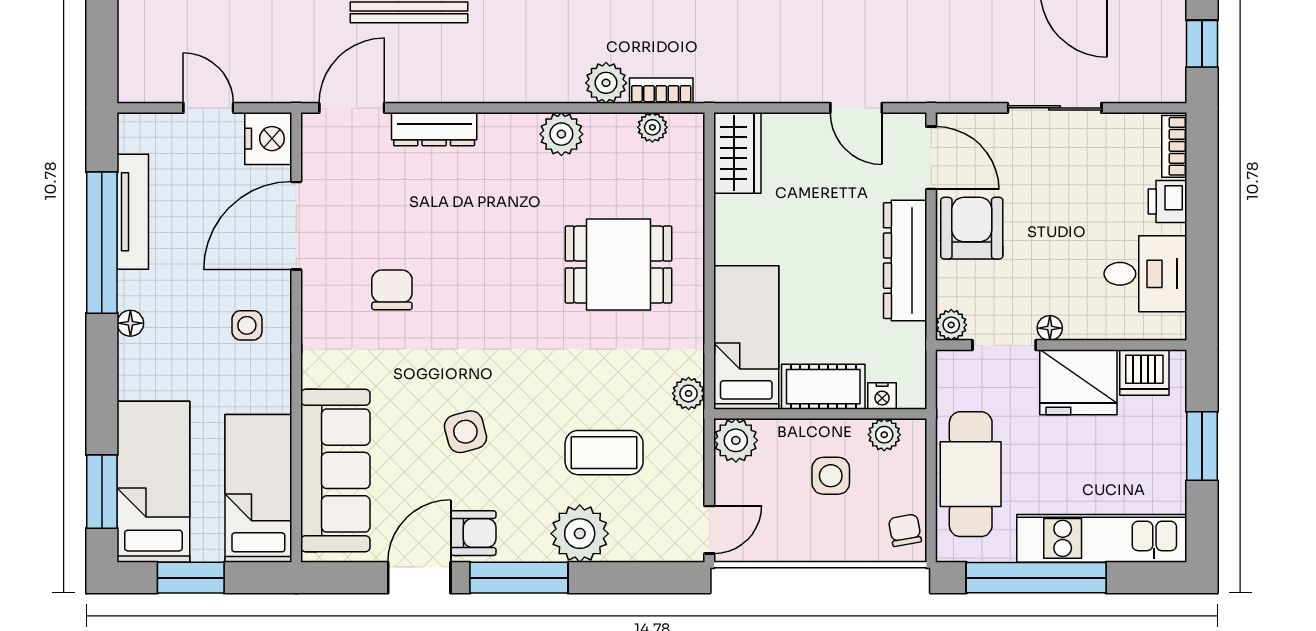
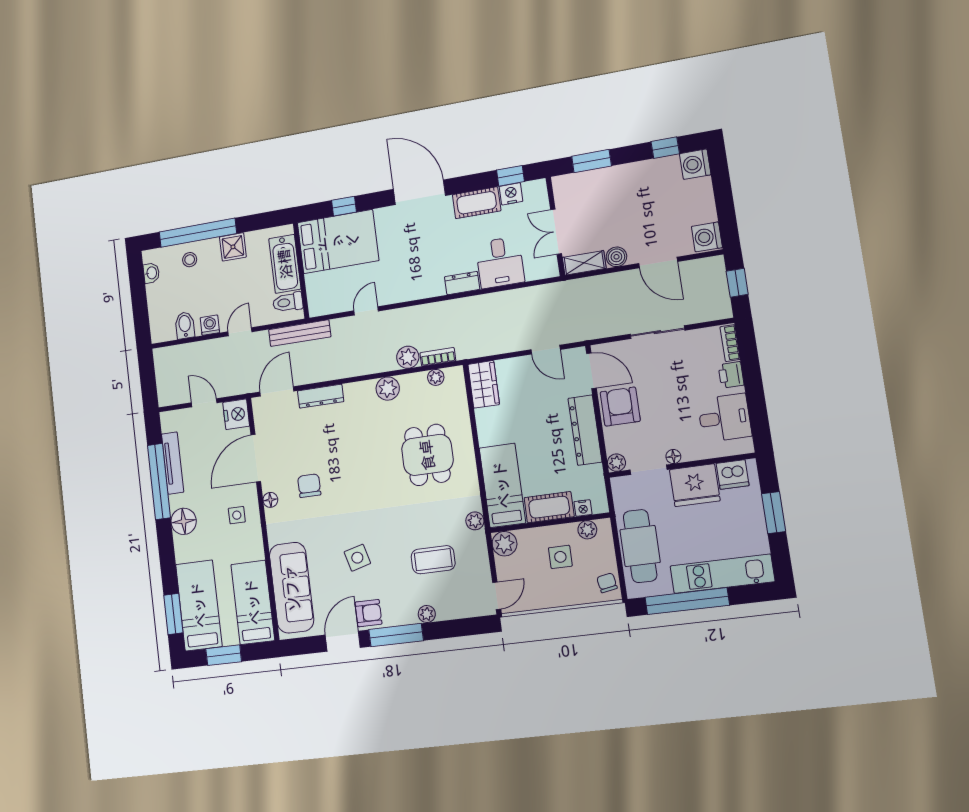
dining table: (619, 265) -> (427, 455), turned 90
floor lamp: (315, 306) -> (270, 500), added
floor lamp: (130, 323) -> (184, 521), width x1.89, depth x1.89
plant: (580, 534) -> (427, 614), width x0.53, depth x0.53

